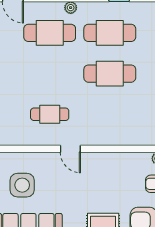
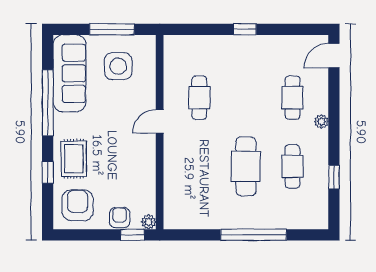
cafe table: (50, 33) -> (292, 98), width x0.73, depth x0.74
cafe table: (110, 33) -> (292, 166), width x0.73, depth x0.74

